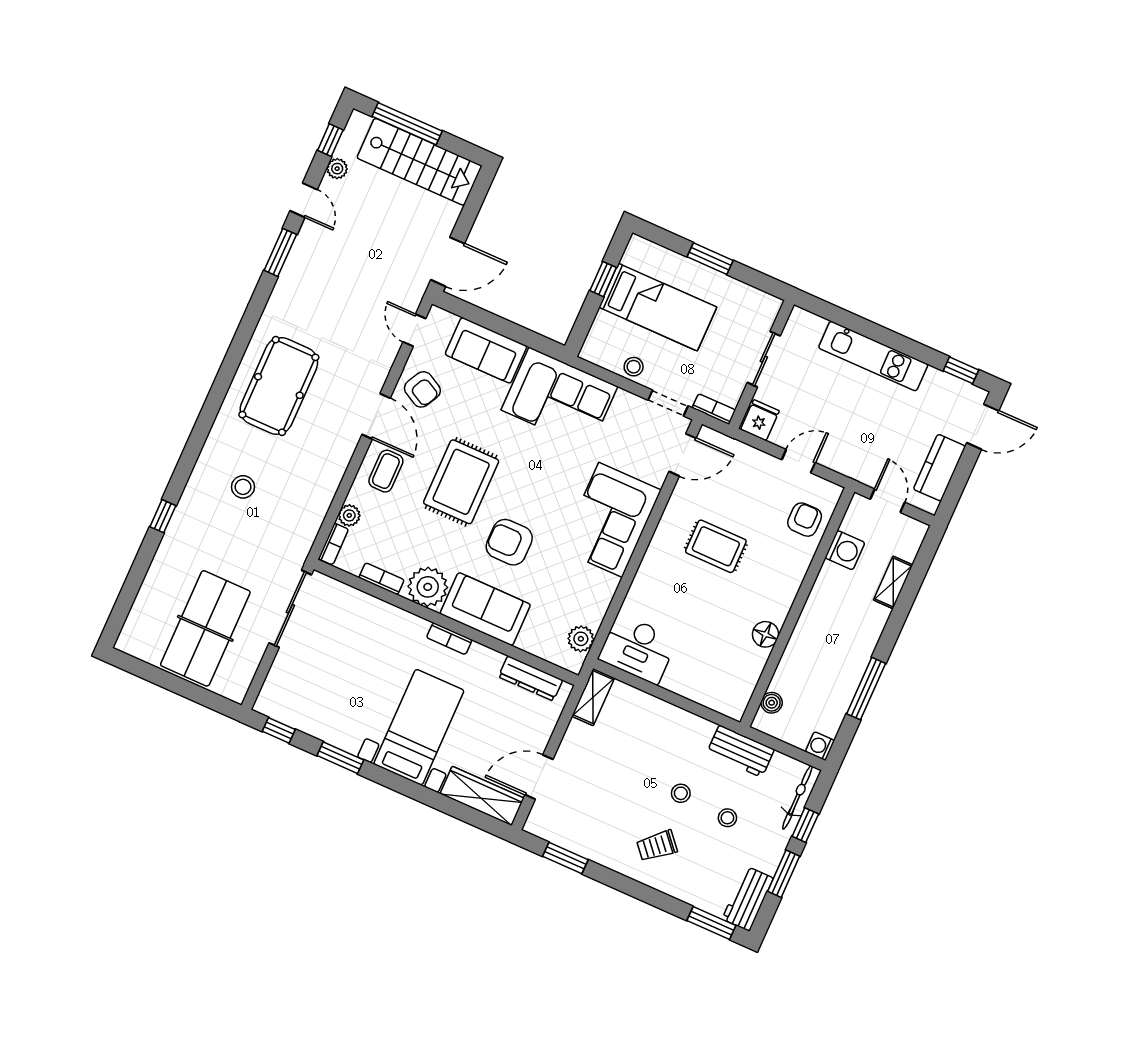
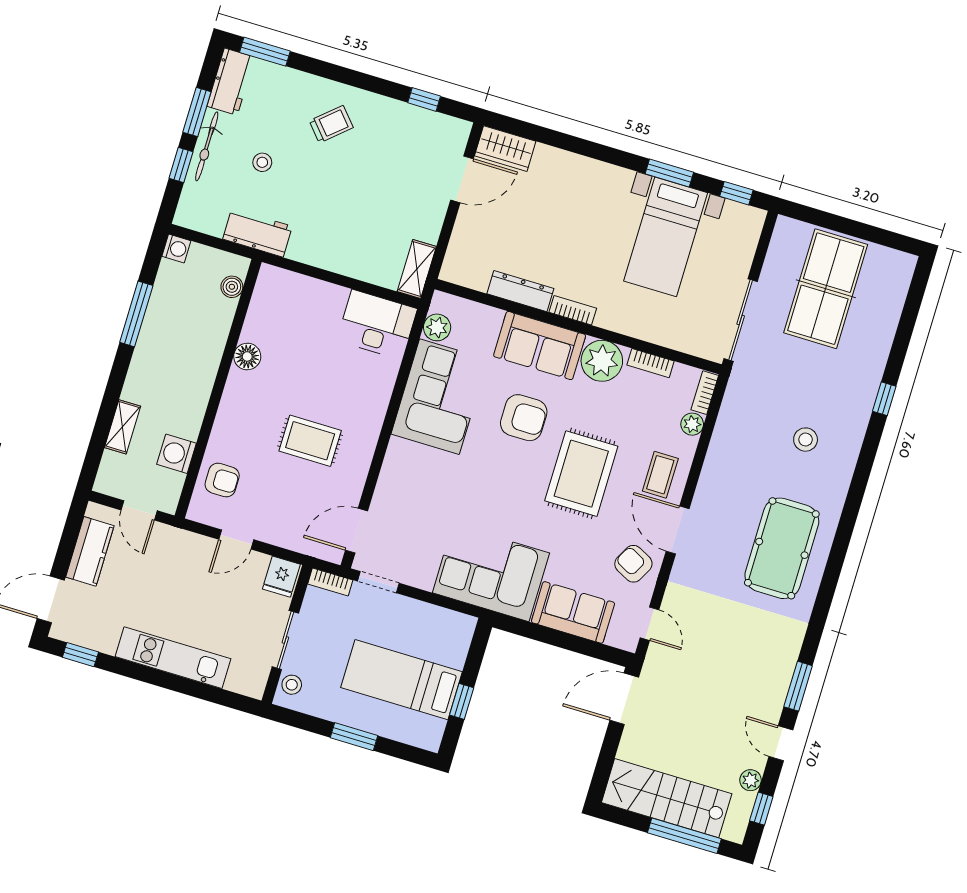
stool: (634, 367) -> (292, 685), moved
corner sofa: (611, 520) -> (439, 397), moved
armchair: (805, 520) -> (222, 480), turned -90
dresser: (530, 678) -> (520, 291), moved
bed with nightstands: (419, 727) -> (666, 237), moved
stool: (681, 793) -> (314, 181), removed
wardrobe: (482, 796) -> (505, 149), width x0.67
bicycle: (797, 797) -> (207, 146), moved
window: (565, 858) -> (424, 99), width x0.67

